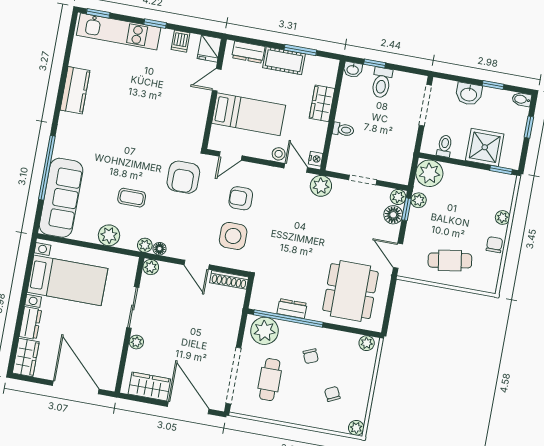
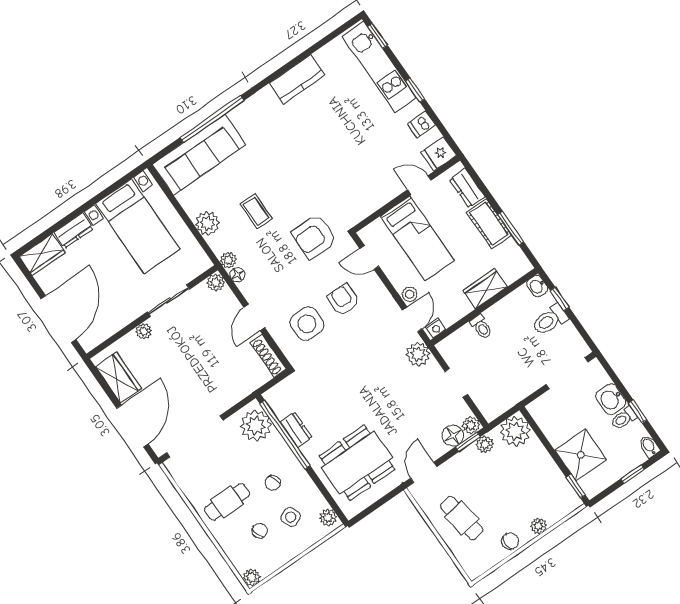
toilet: (445, 146) -> (624, 418), moved, turned 180
side table: (343, 366) -> (291, 517), added
cafe table: (270, 380) -> (227, 502), moved

